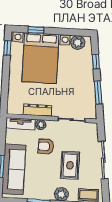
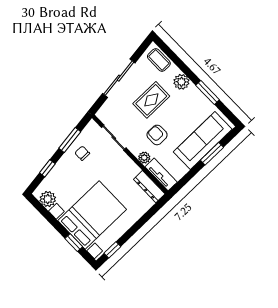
chair: (83, 91) -> (82, 153), added
dresser: (37, 110) -> (149, 187), moved
armchair: (46, 146) -> (157, 135), turned 180

